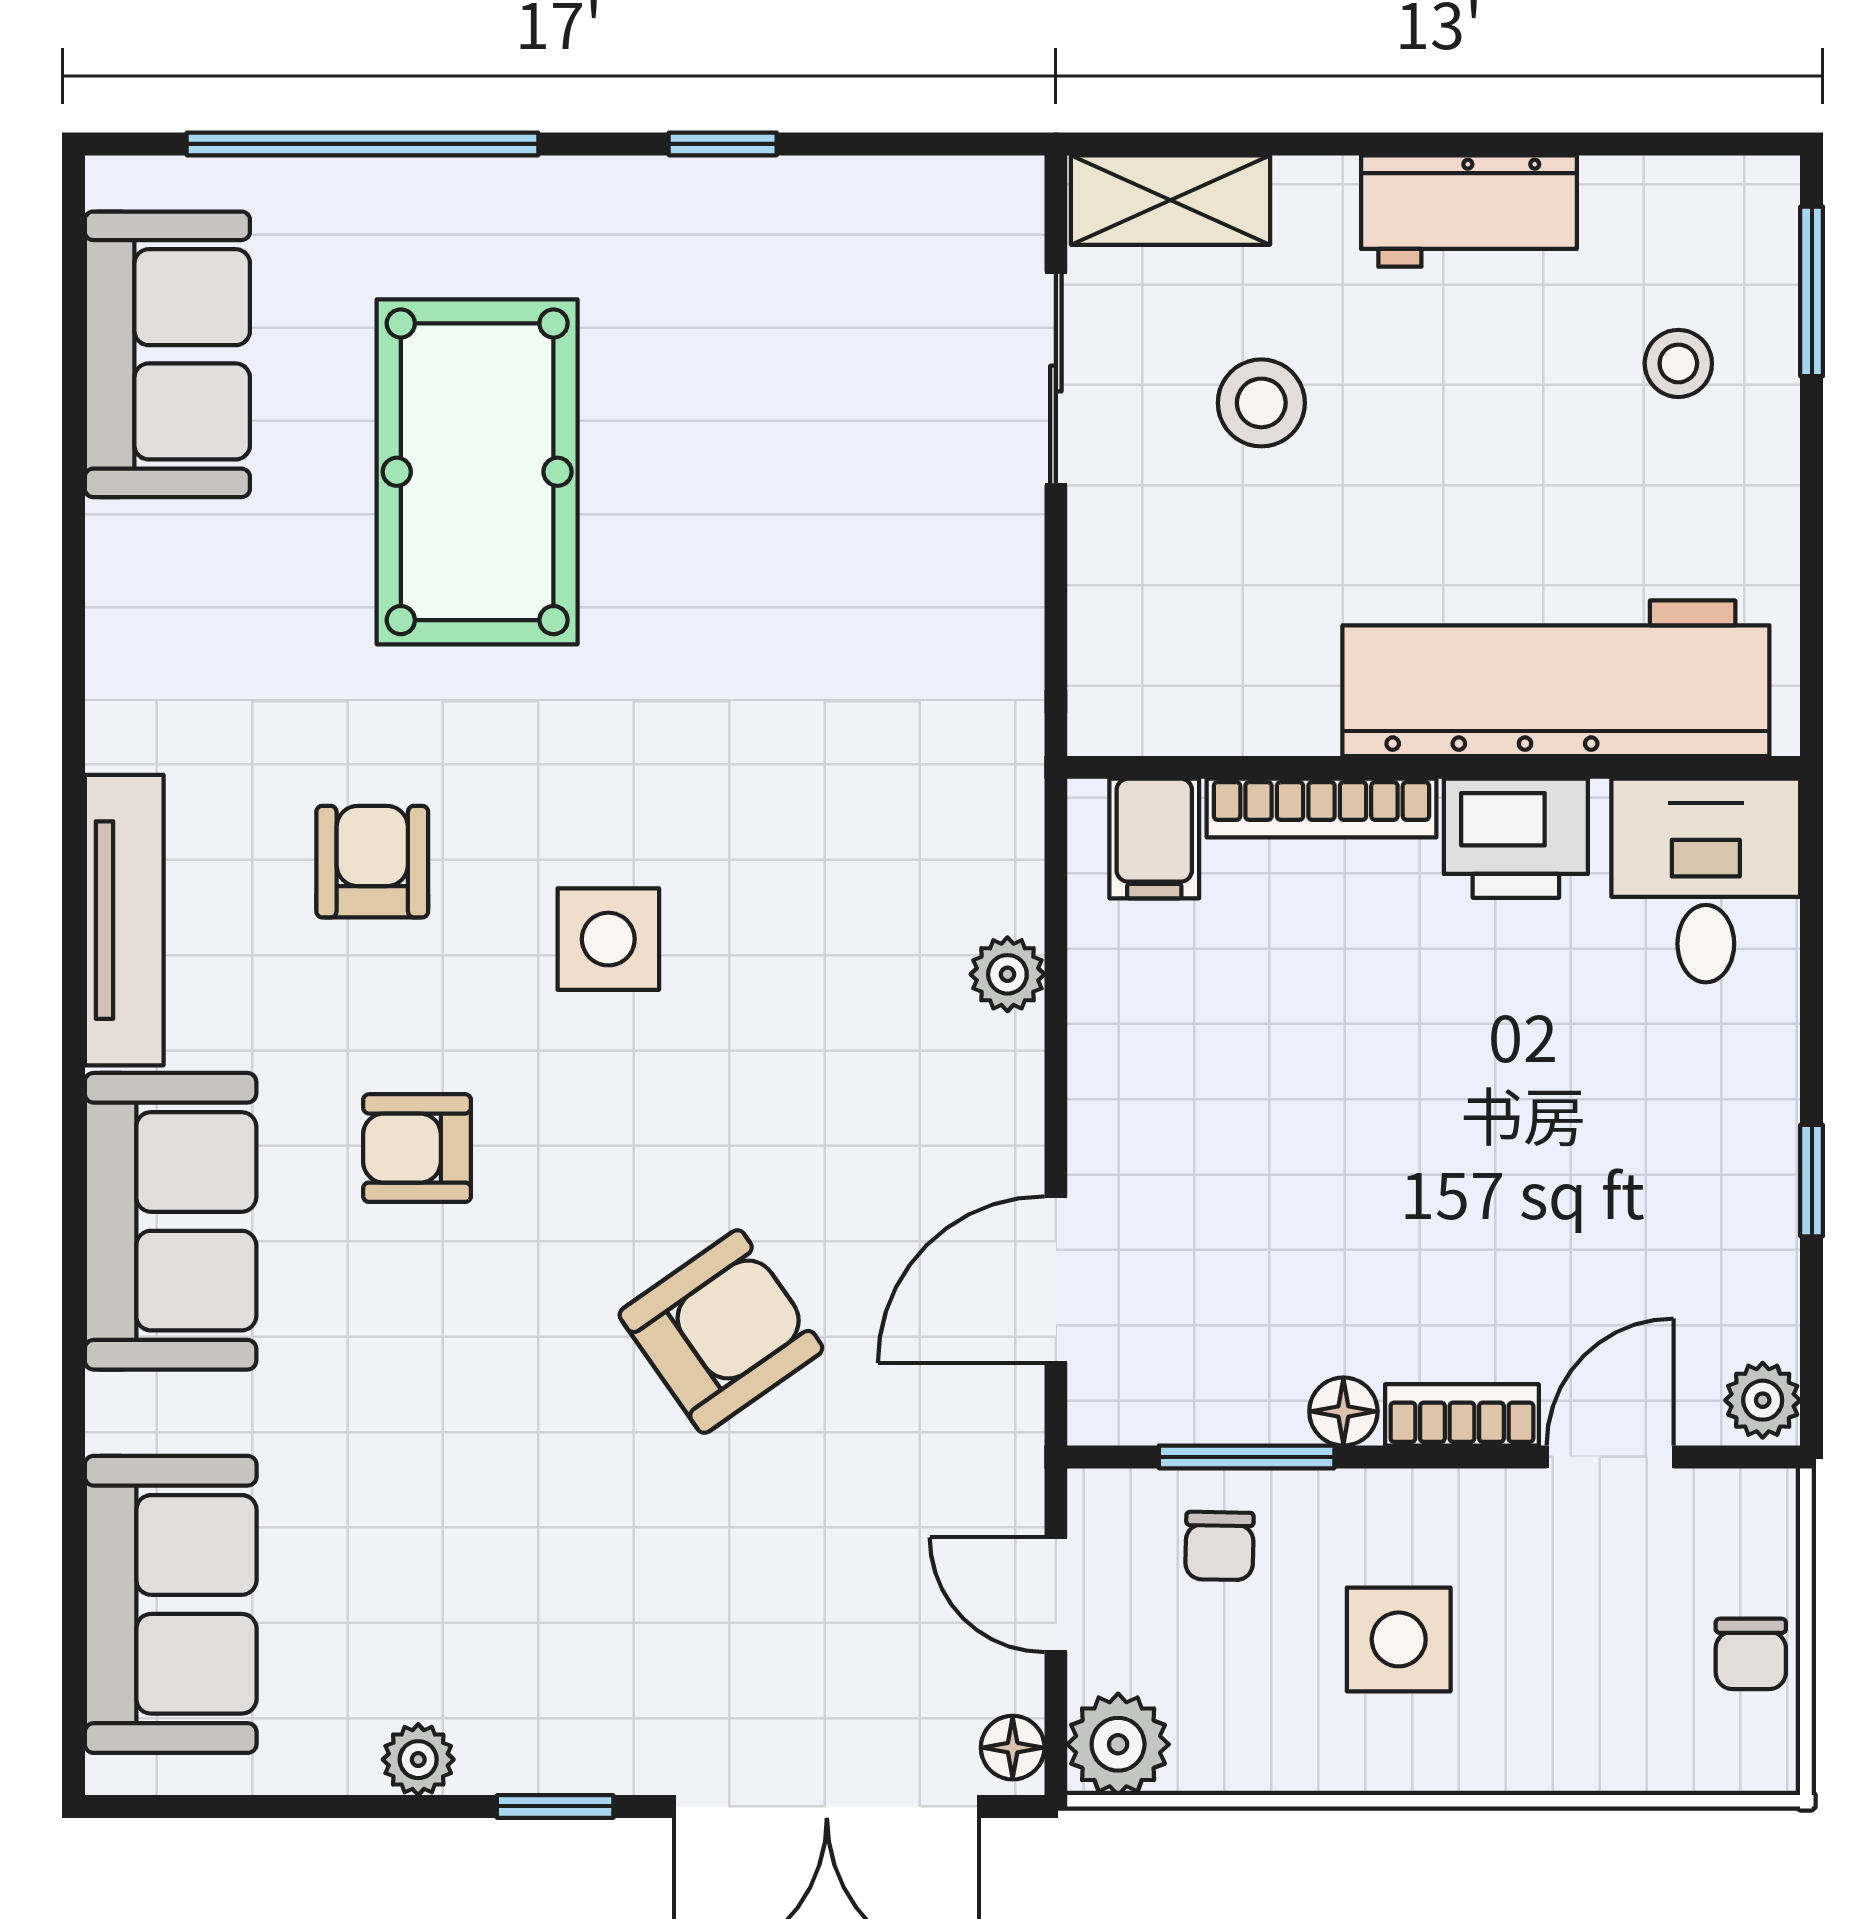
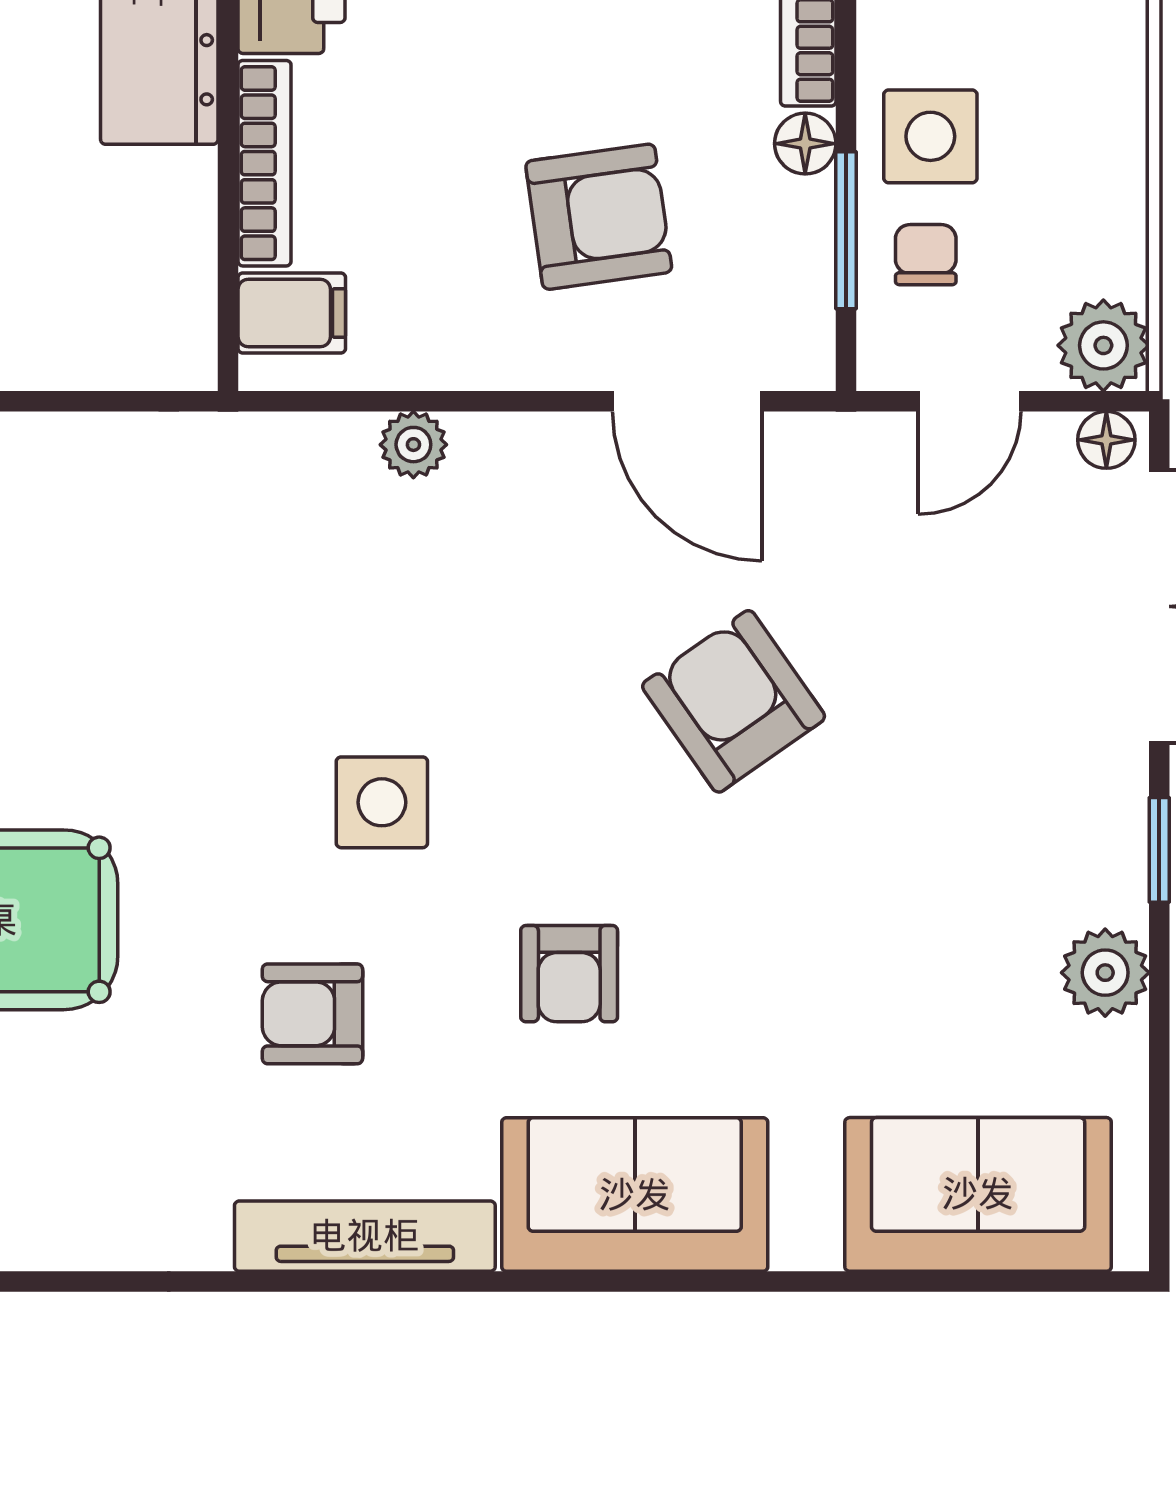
armchair: (1262, 1181) -> (599, 217), added
chair: (1219, 1546) -> (926, 255), turned -91
side table: (1399, 1639) -> (930, 136), moved
plant: (418, 1760) -> (1105, 973), width x1.38, depth x1.38

